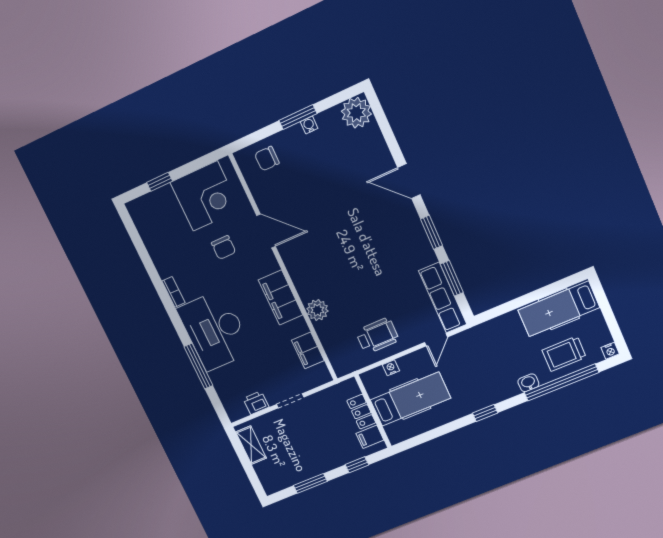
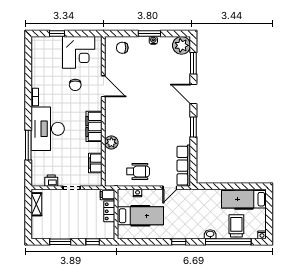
window: (452, 278) -> (193, 63), moved
trolley: (564, 354) -> (236, 226), turned 90
filing cabinet: (370, 437) -> (108, 194), moved

